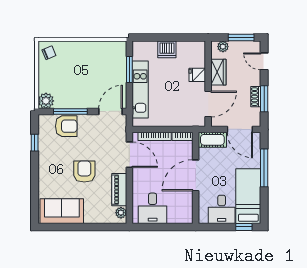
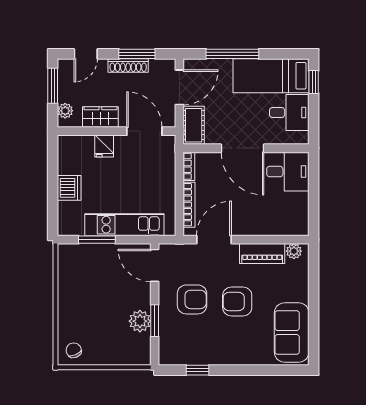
shoe rack: (256, 97) -> (128, 66), width x1.43
plant: (46, 101) -> (140, 321), moved
window: (70, 111) -> (155, 321), width x0.69
armchair: (66, 126) -> (192, 299), moved, turned 90
desk: (153, 208) -> (288, 172), moved

